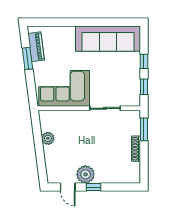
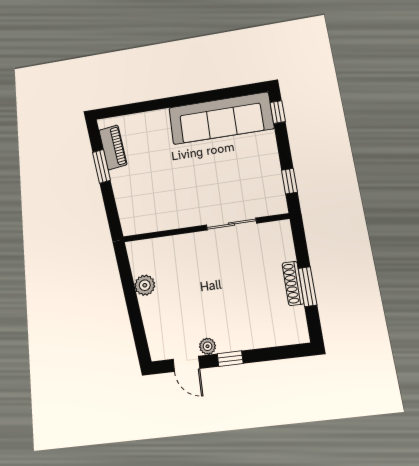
window: (144, 61) -> (278, 112), moved
corner sofa: (64, 88) -> (162, 203), removed
window: (144, 129) -> (307, 287), moved
plant: (85, 174) -> (208, 346), width x0.53, depth x0.53

